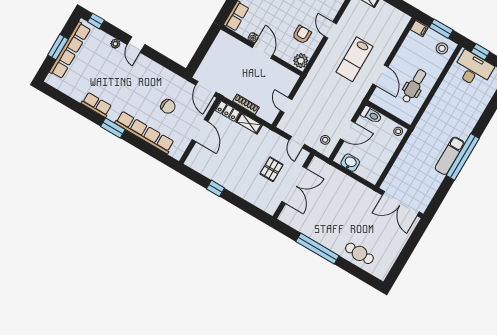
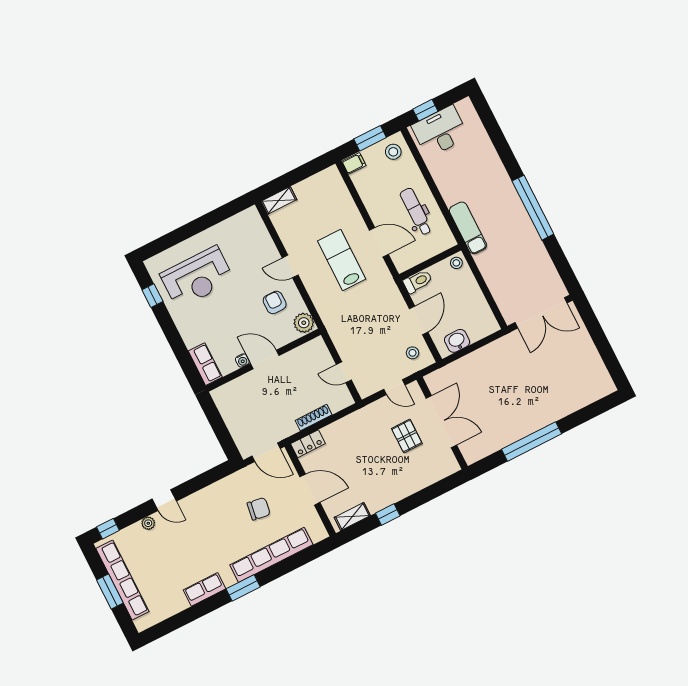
lab bench: (355, 59) -> (342, 260), turned 180
shelving: (249, 123) -> (352, 516), moved
exam couch: (450, 156) -> (468, 228), moved, turned 180
cafe table: (359, 253) -> (568, 397), removed

